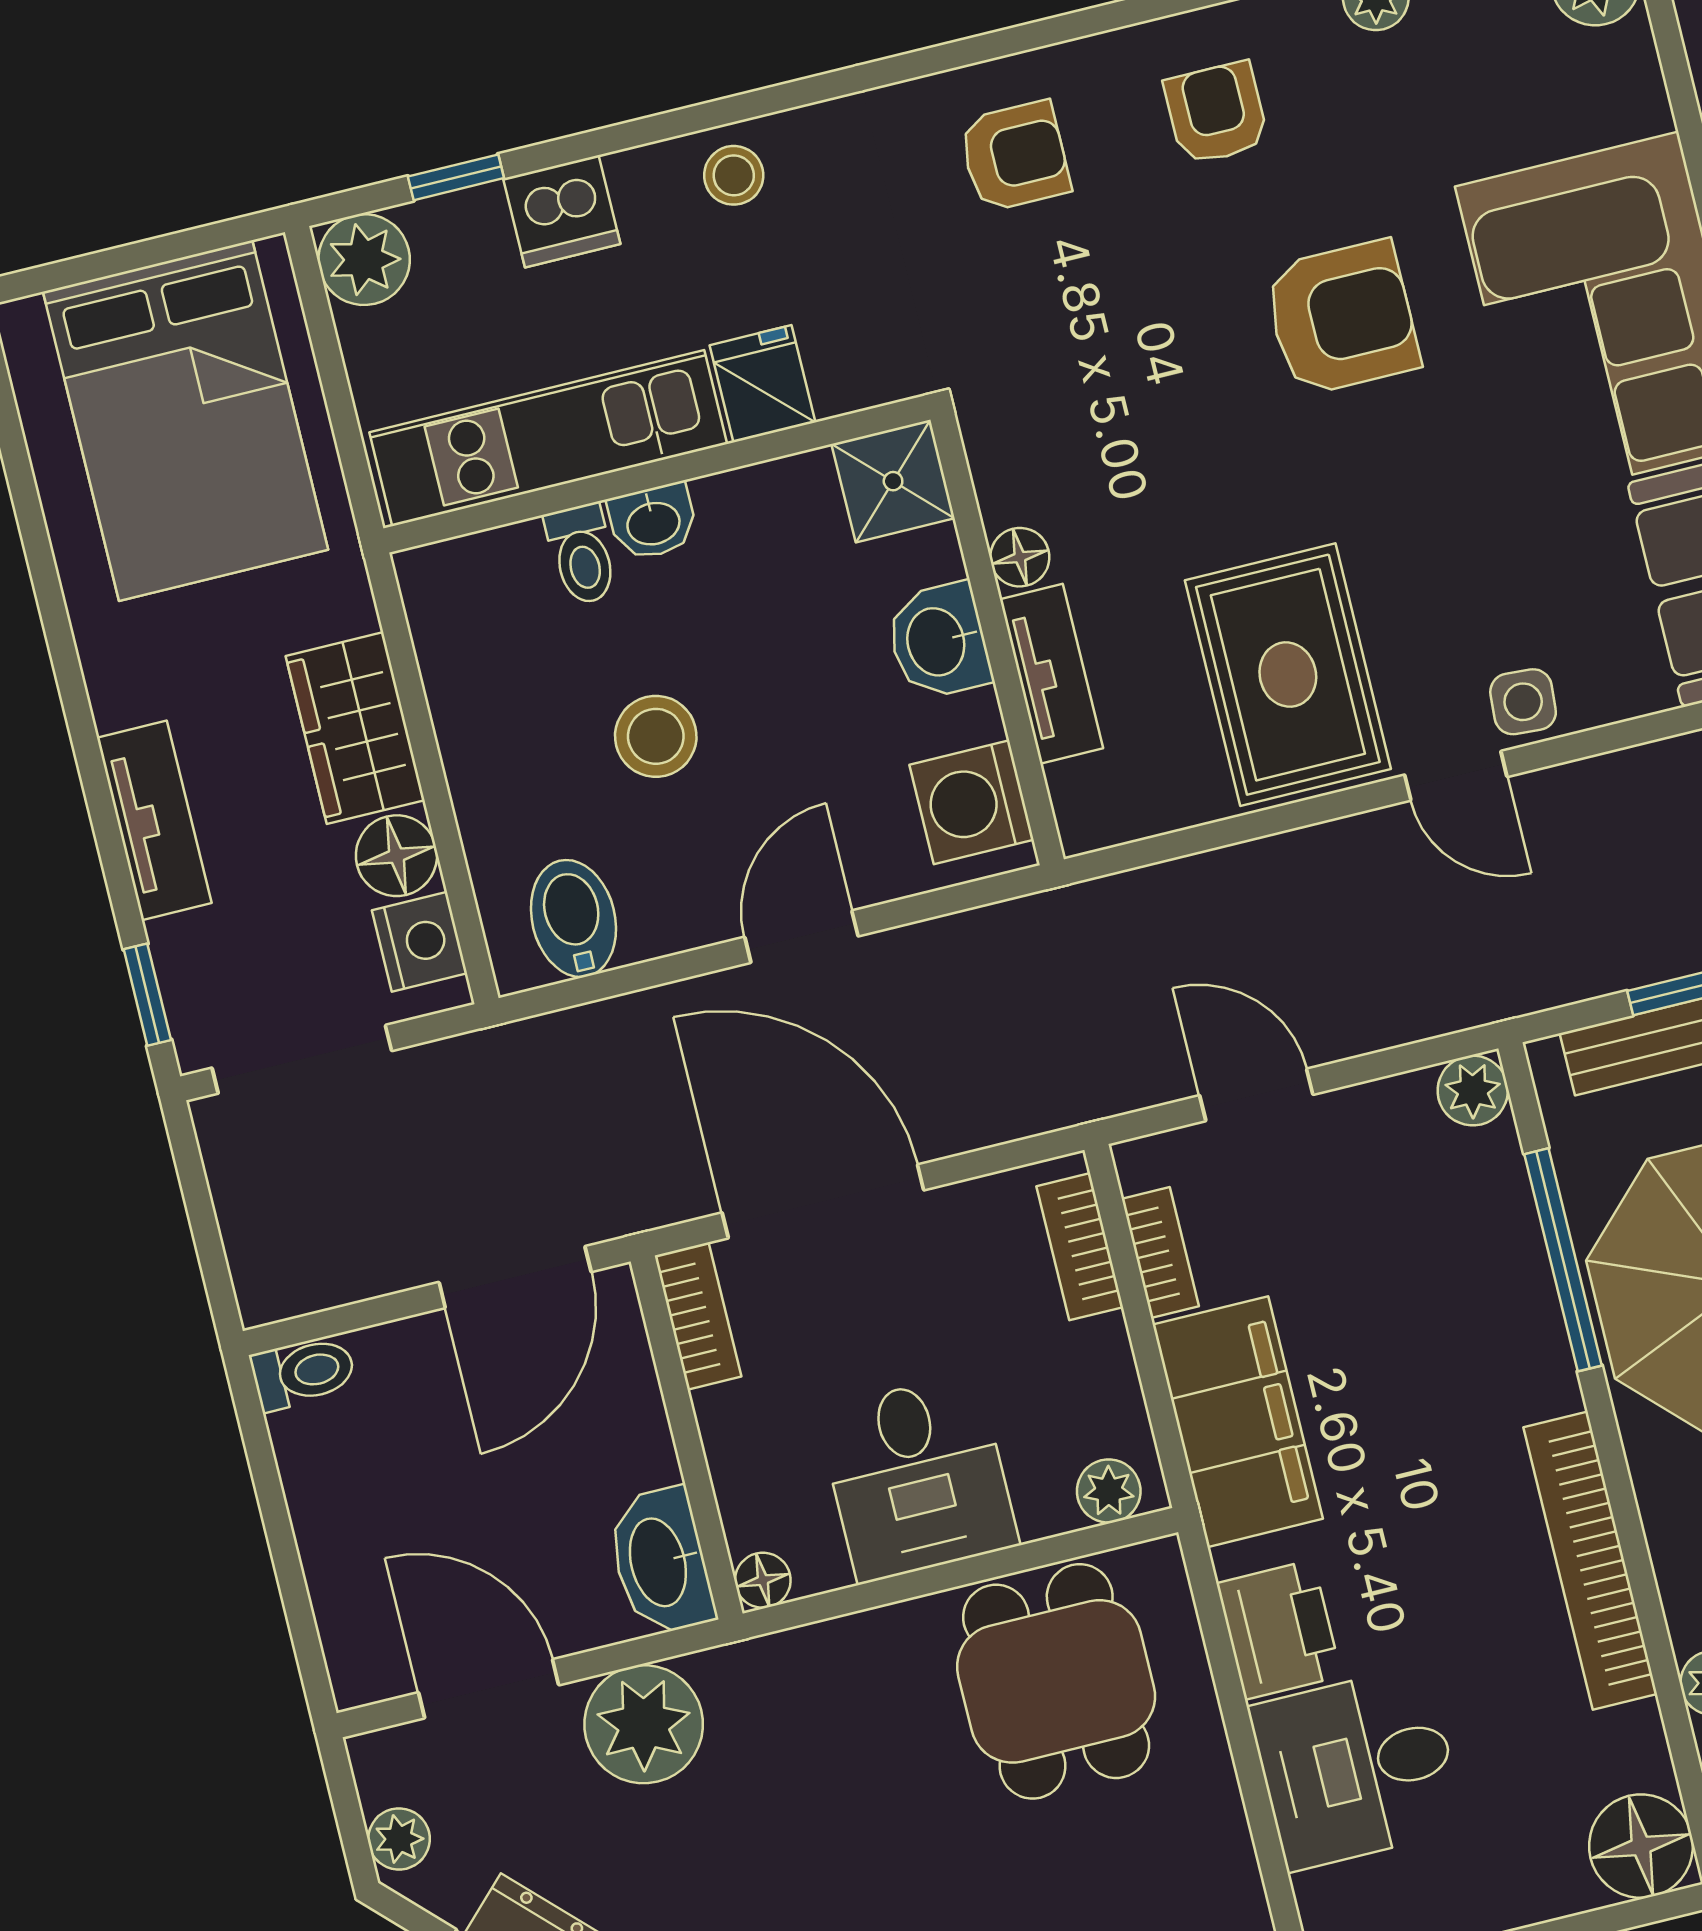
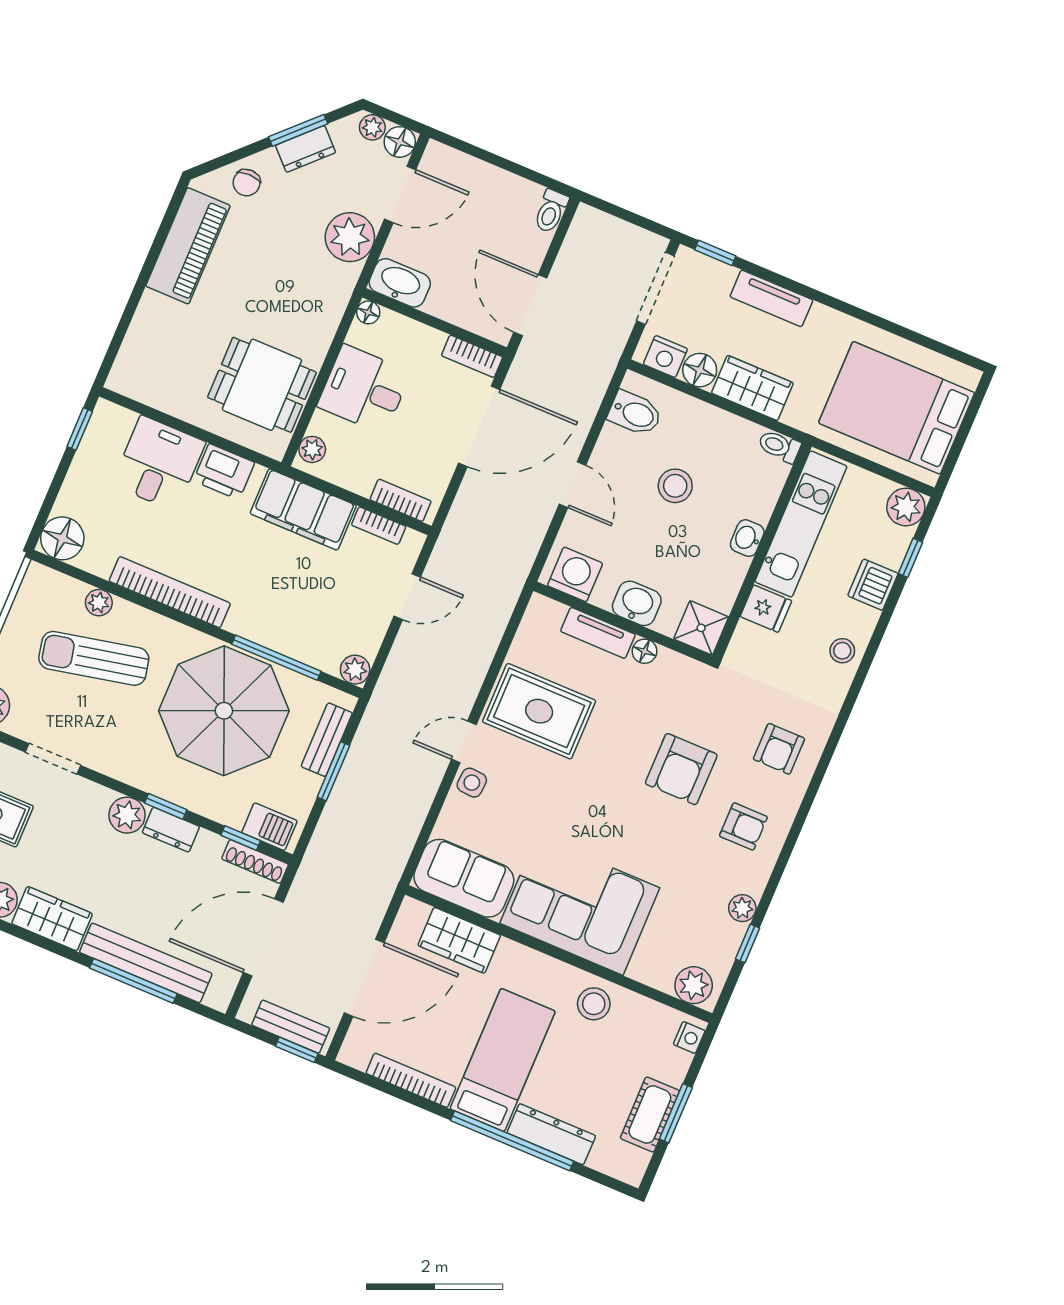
armchair: (1342, 318) -> (681, 769), moved
toilet: (582, 554) -> (779, 446), moved
floor lamp: (388, 1765) -> (400, 142), added

